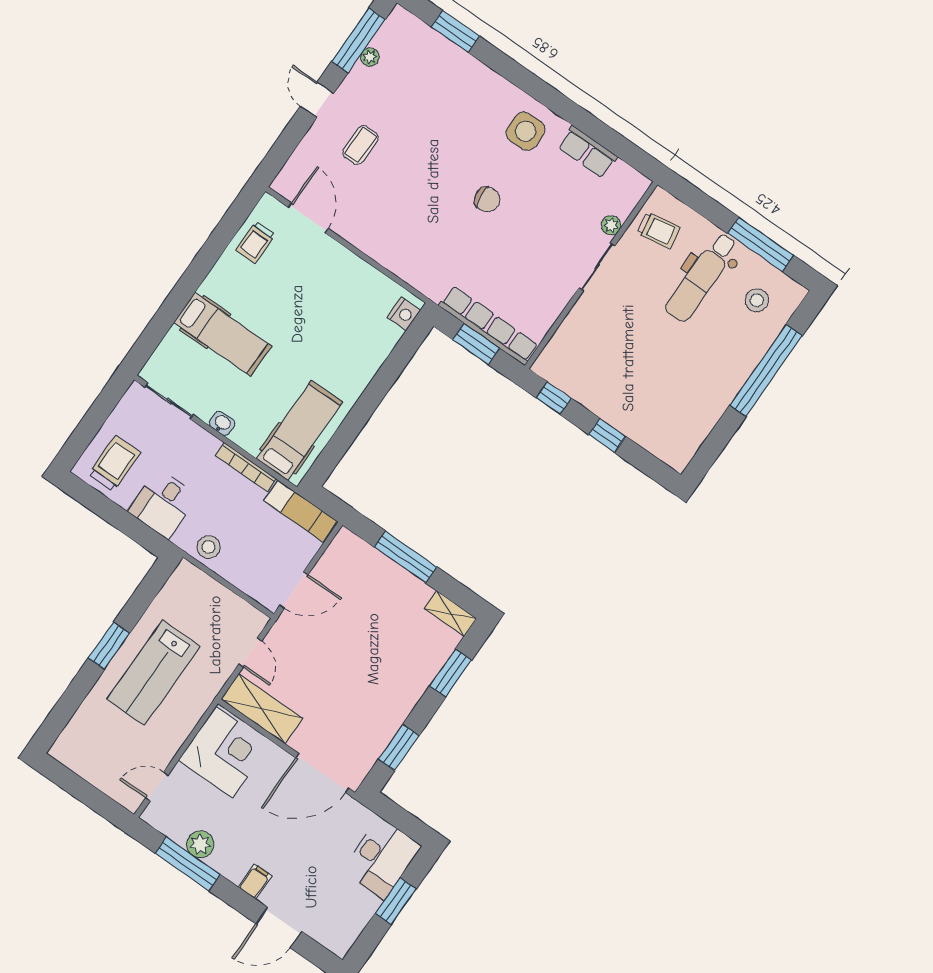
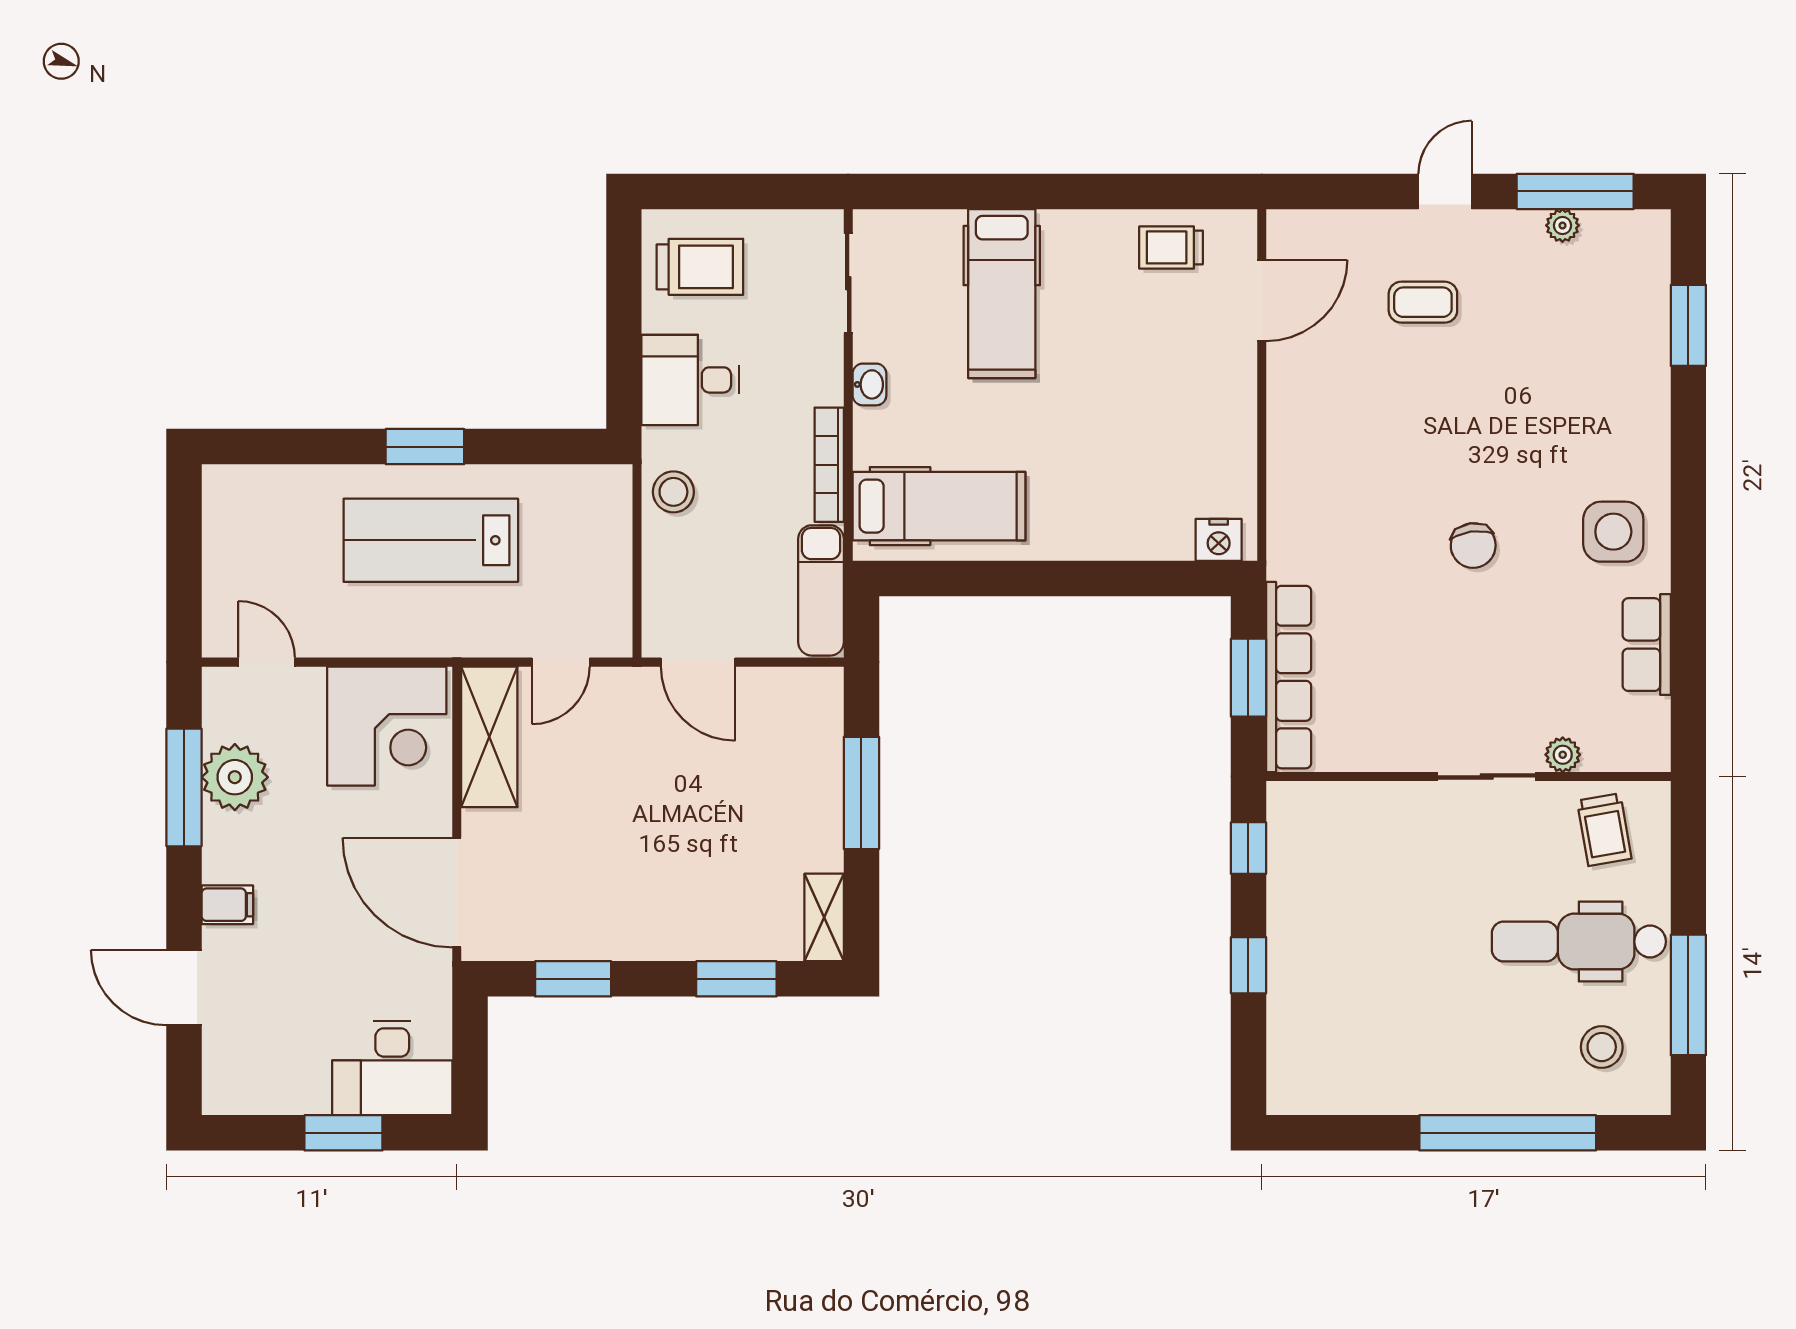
plant: (200, 844) -> (235, 777), width x1.36, depth x1.36

